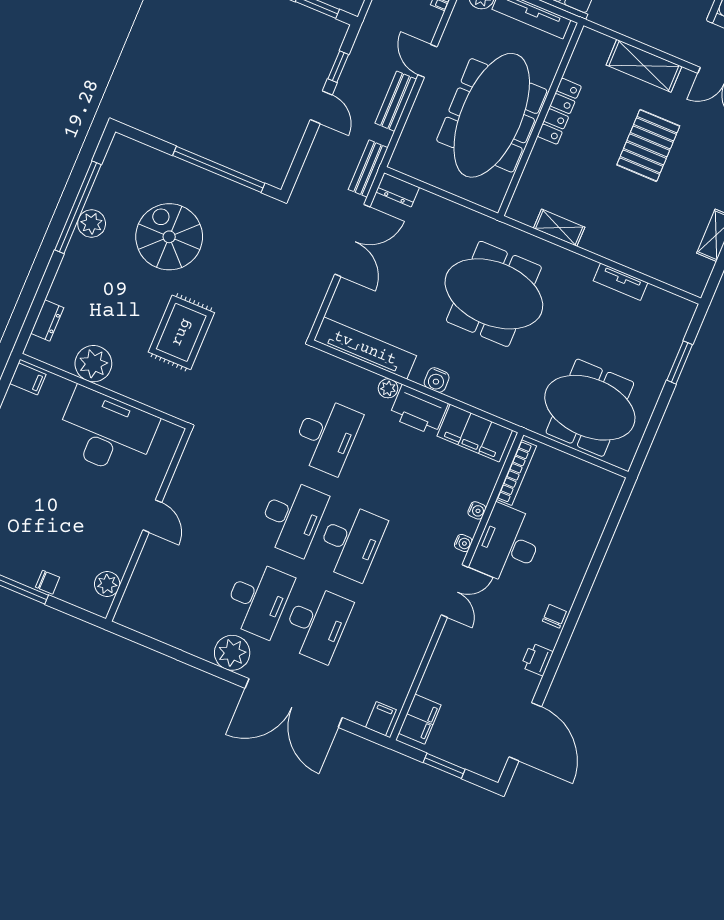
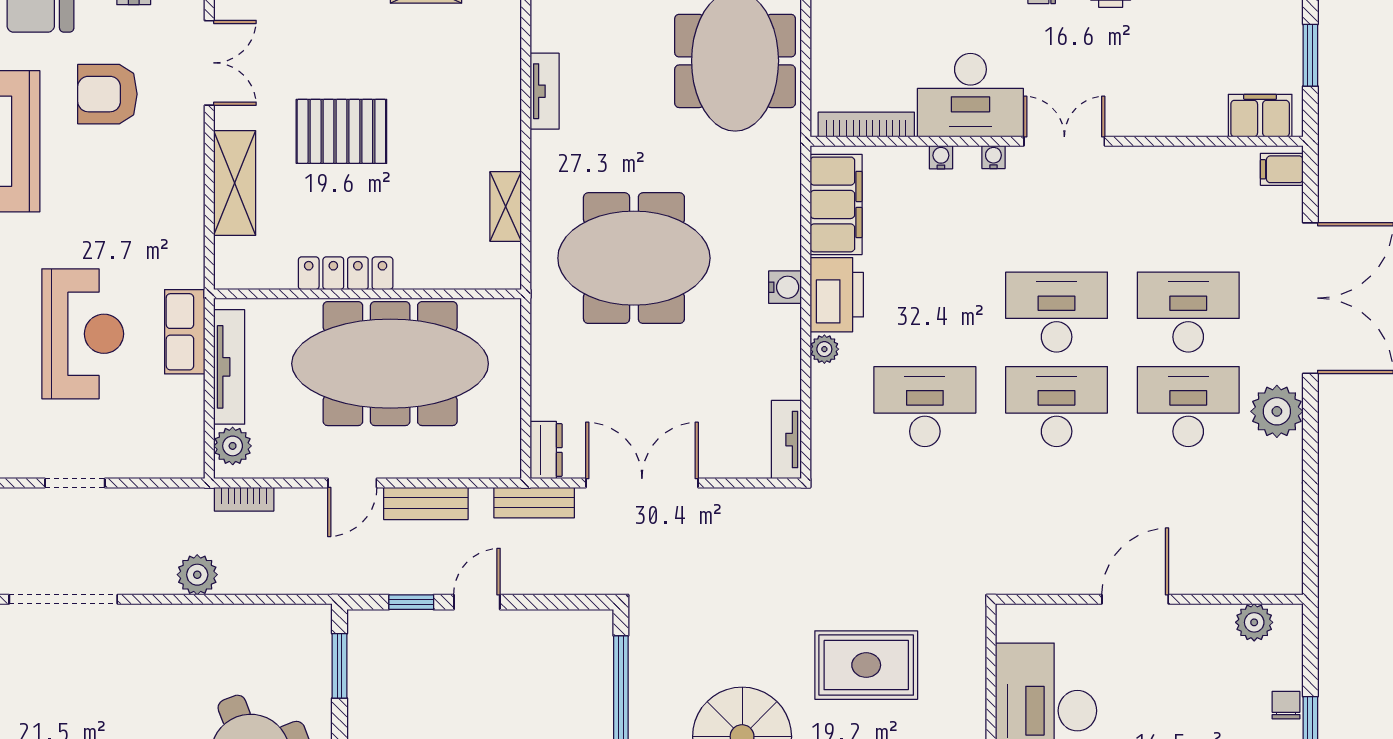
meeting table: (494, 294) -> (634, 258), turned 90
tv unit: (365, 348) -> (786, 440), width x0.52, depth x0.78
door: (152, 516) -> (1135, 599), width x1.38

